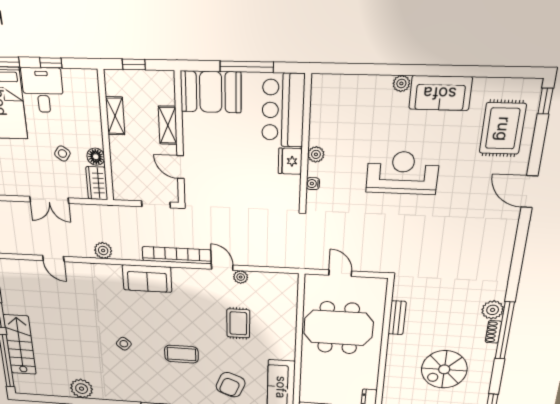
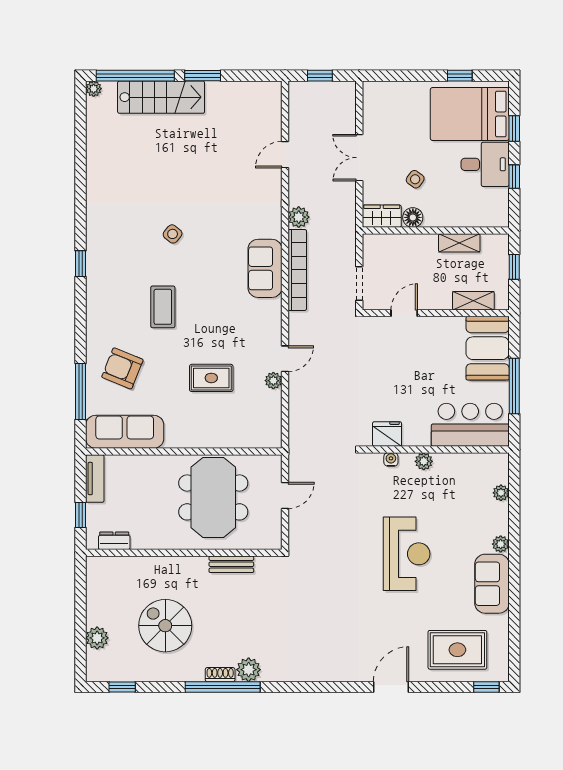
plant: (350, 82) -> (501, 493), added
shelving: (168, 125) -> (473, 301), moved
fridge: (290, 161) -> (387, 434), moved
bookcase: (177, 255) -> (297, 270), moved
plant: (82, 389) -> (94, 89), moved, width x0.53, depth x0.53

